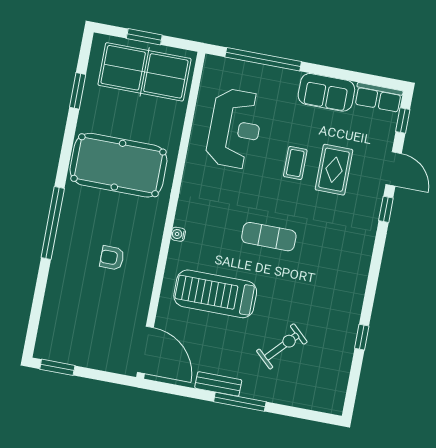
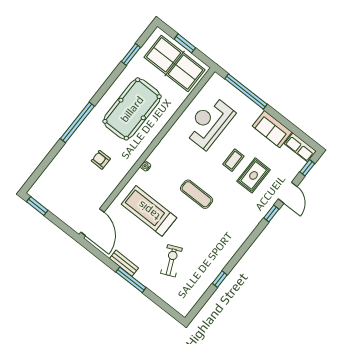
reception desk: (235, 129) -> (209, 123), turned 180
pool table: (118, 165) -> (132, 109), turned 90
exercise bike: (282, 346) -> (171, 261), turned -67

